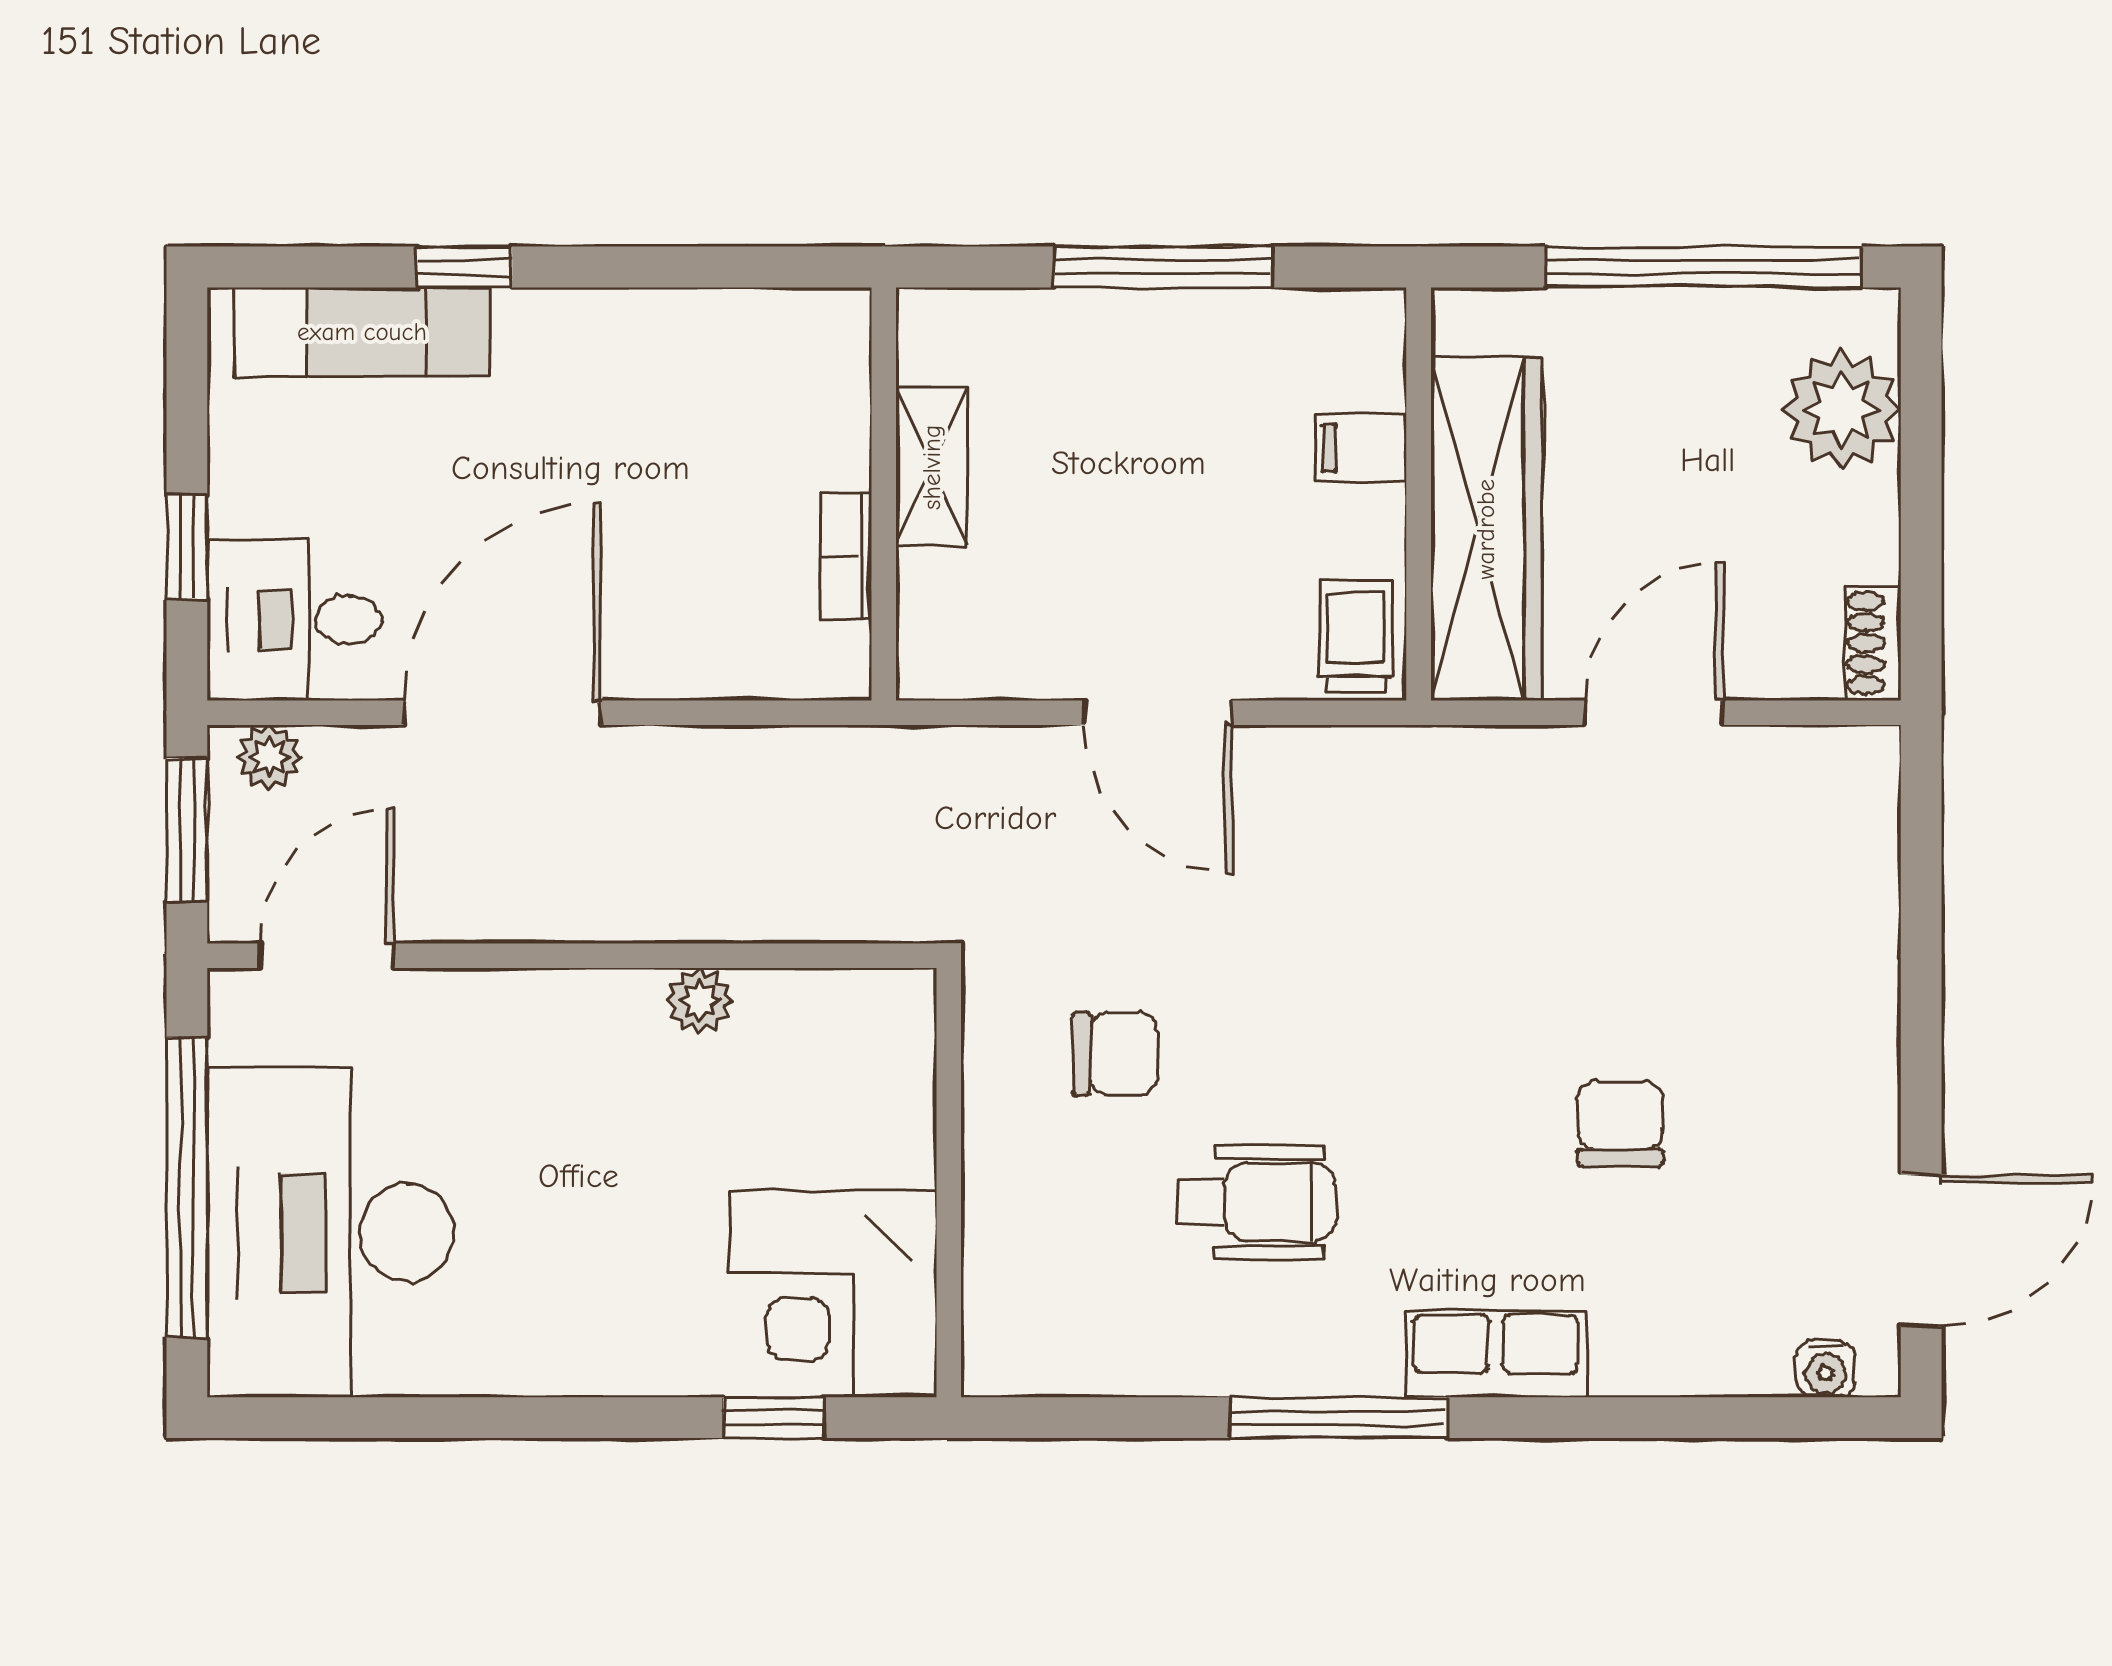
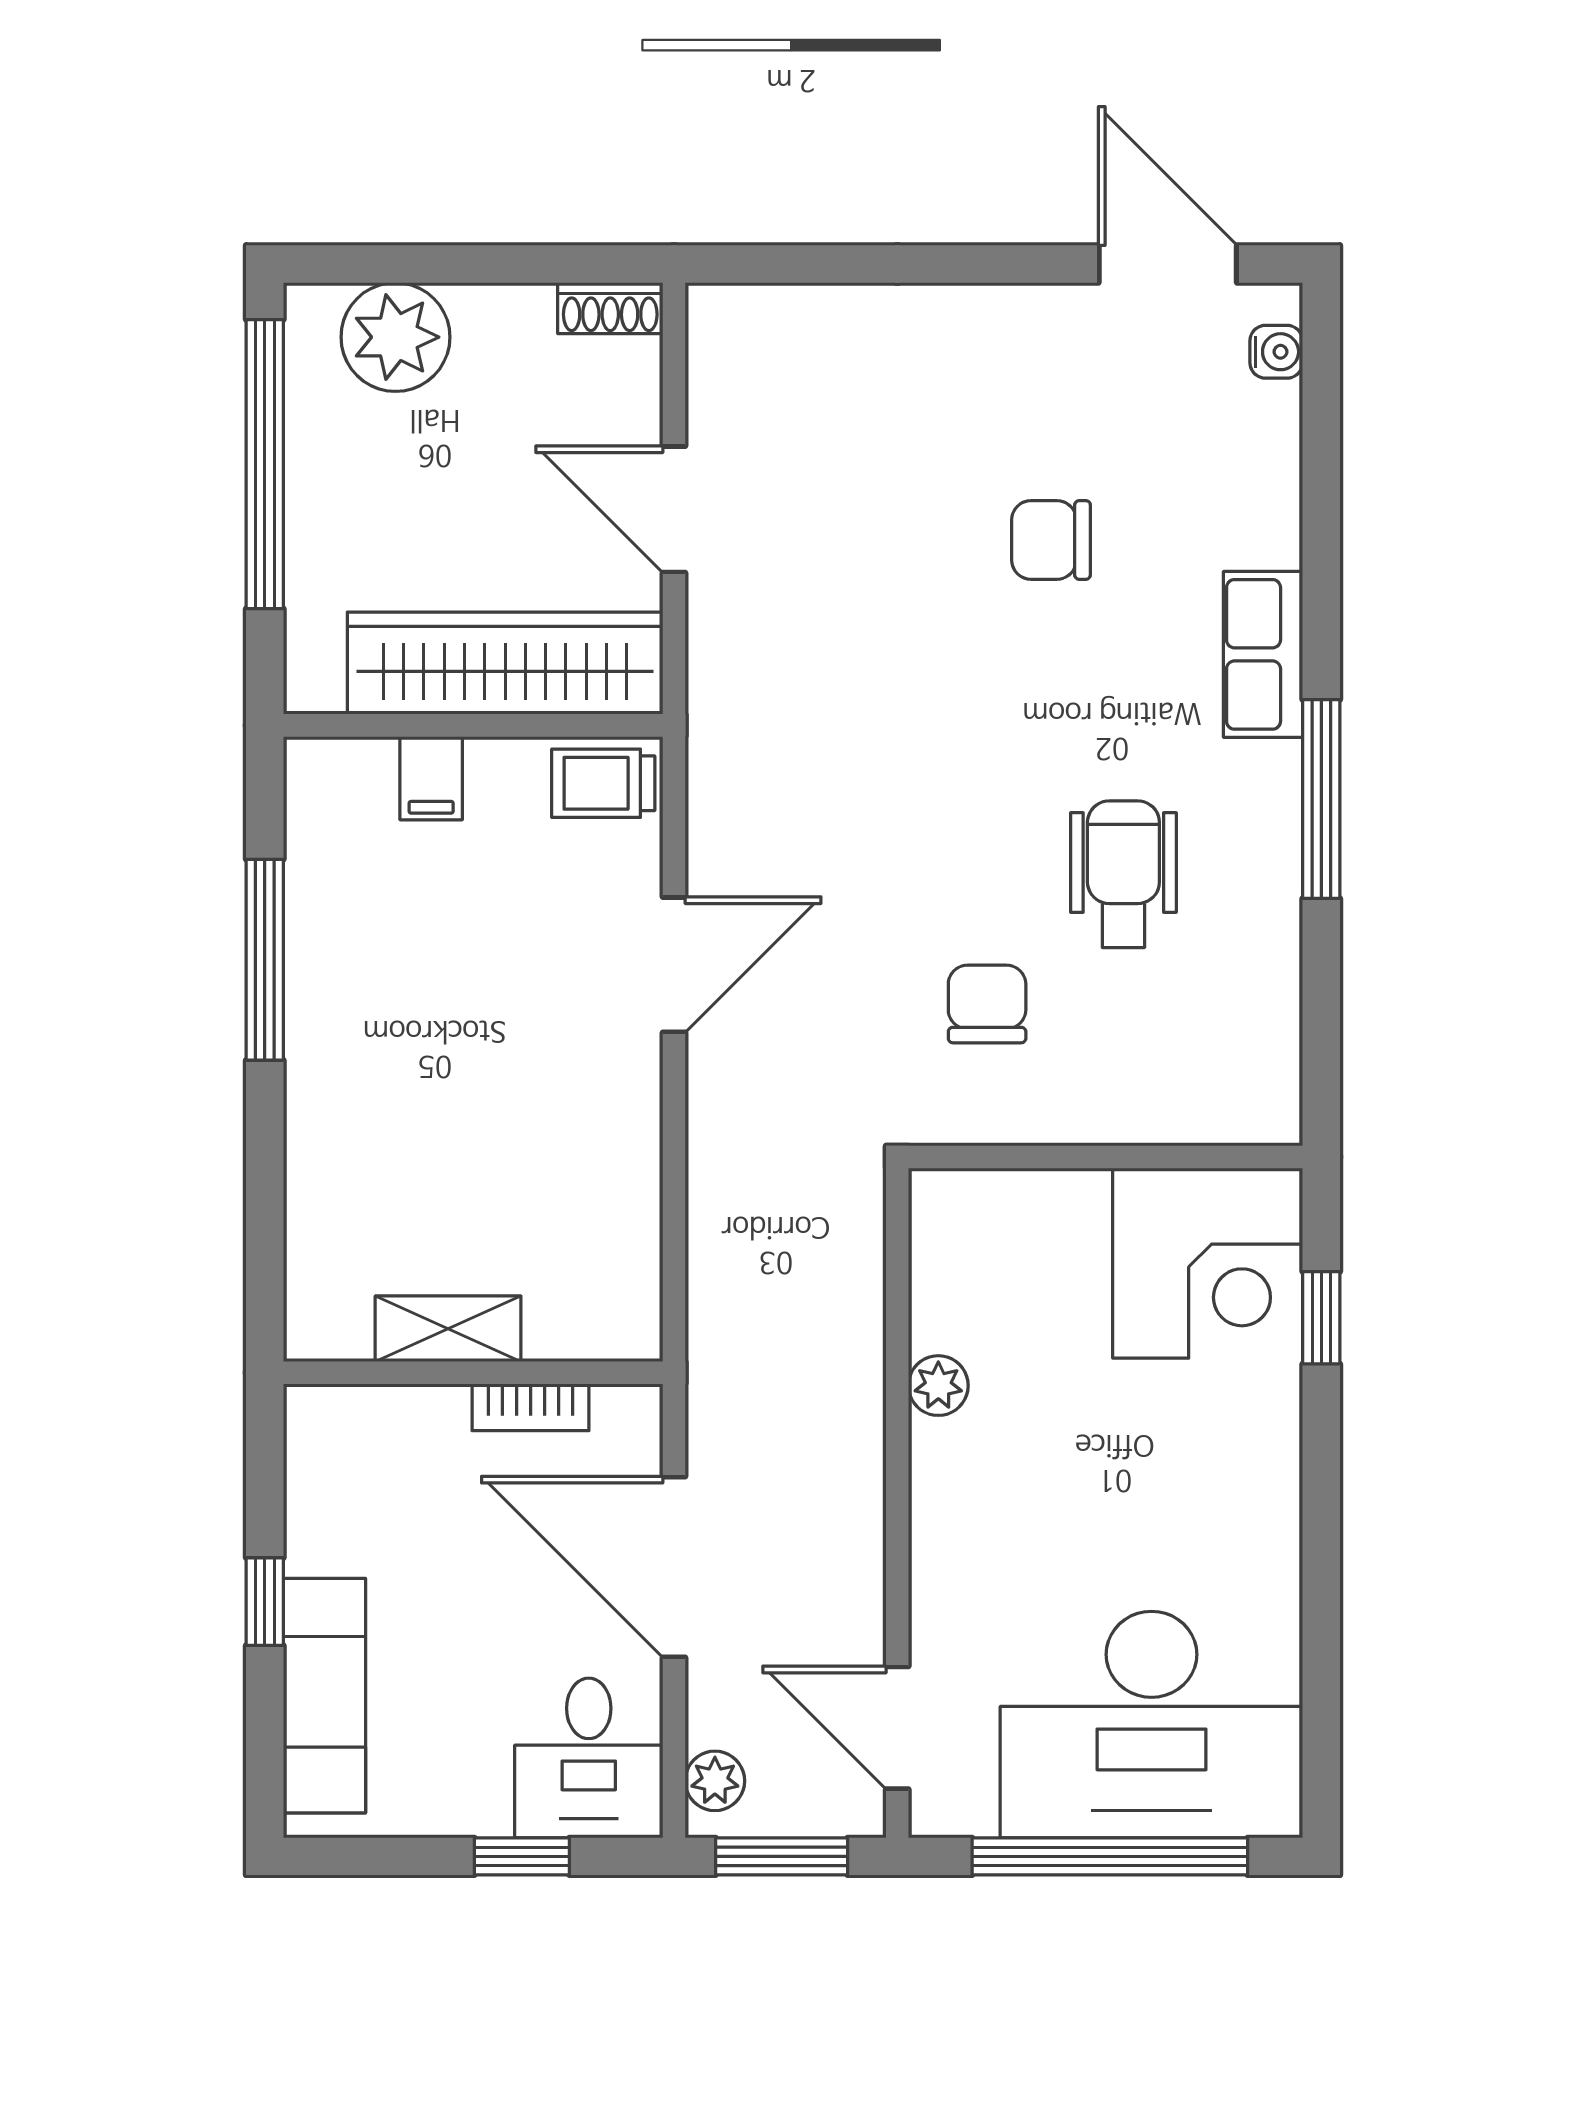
shelving: (932, 467) -> (448, 1329), moved
wall: (884, 494) -> (473, 1373), moved
bookcase: (846, 556) -> (531, 1407), moved

